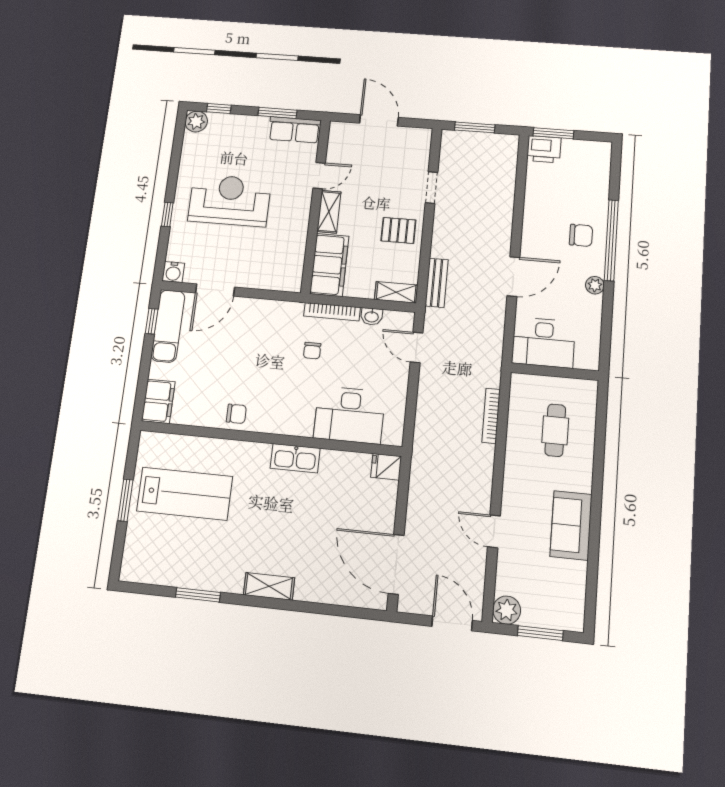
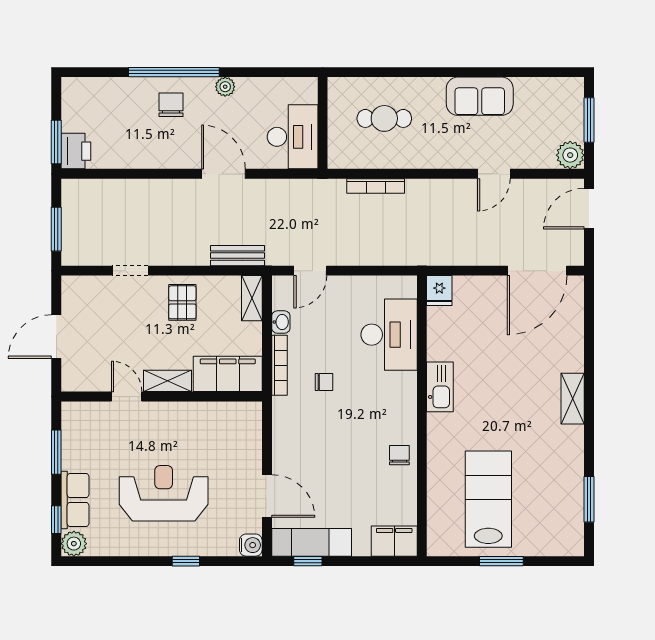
row of seats: (295, 130) -> (75, 500), moved
reception desk: (230, 200) -> (164, 493), turned 90
window: (198, 595) -> (589, 499), moved

